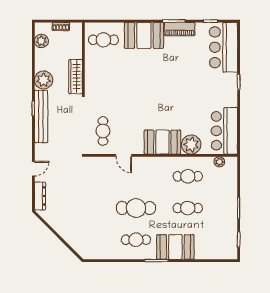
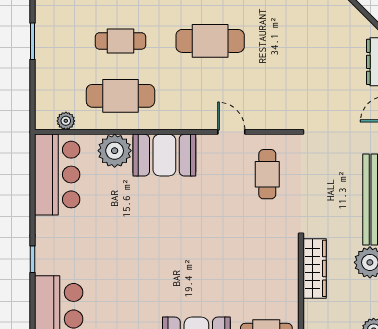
cafe table: (188, 176) -> (120, 96), width x1.37, depth x1.35

